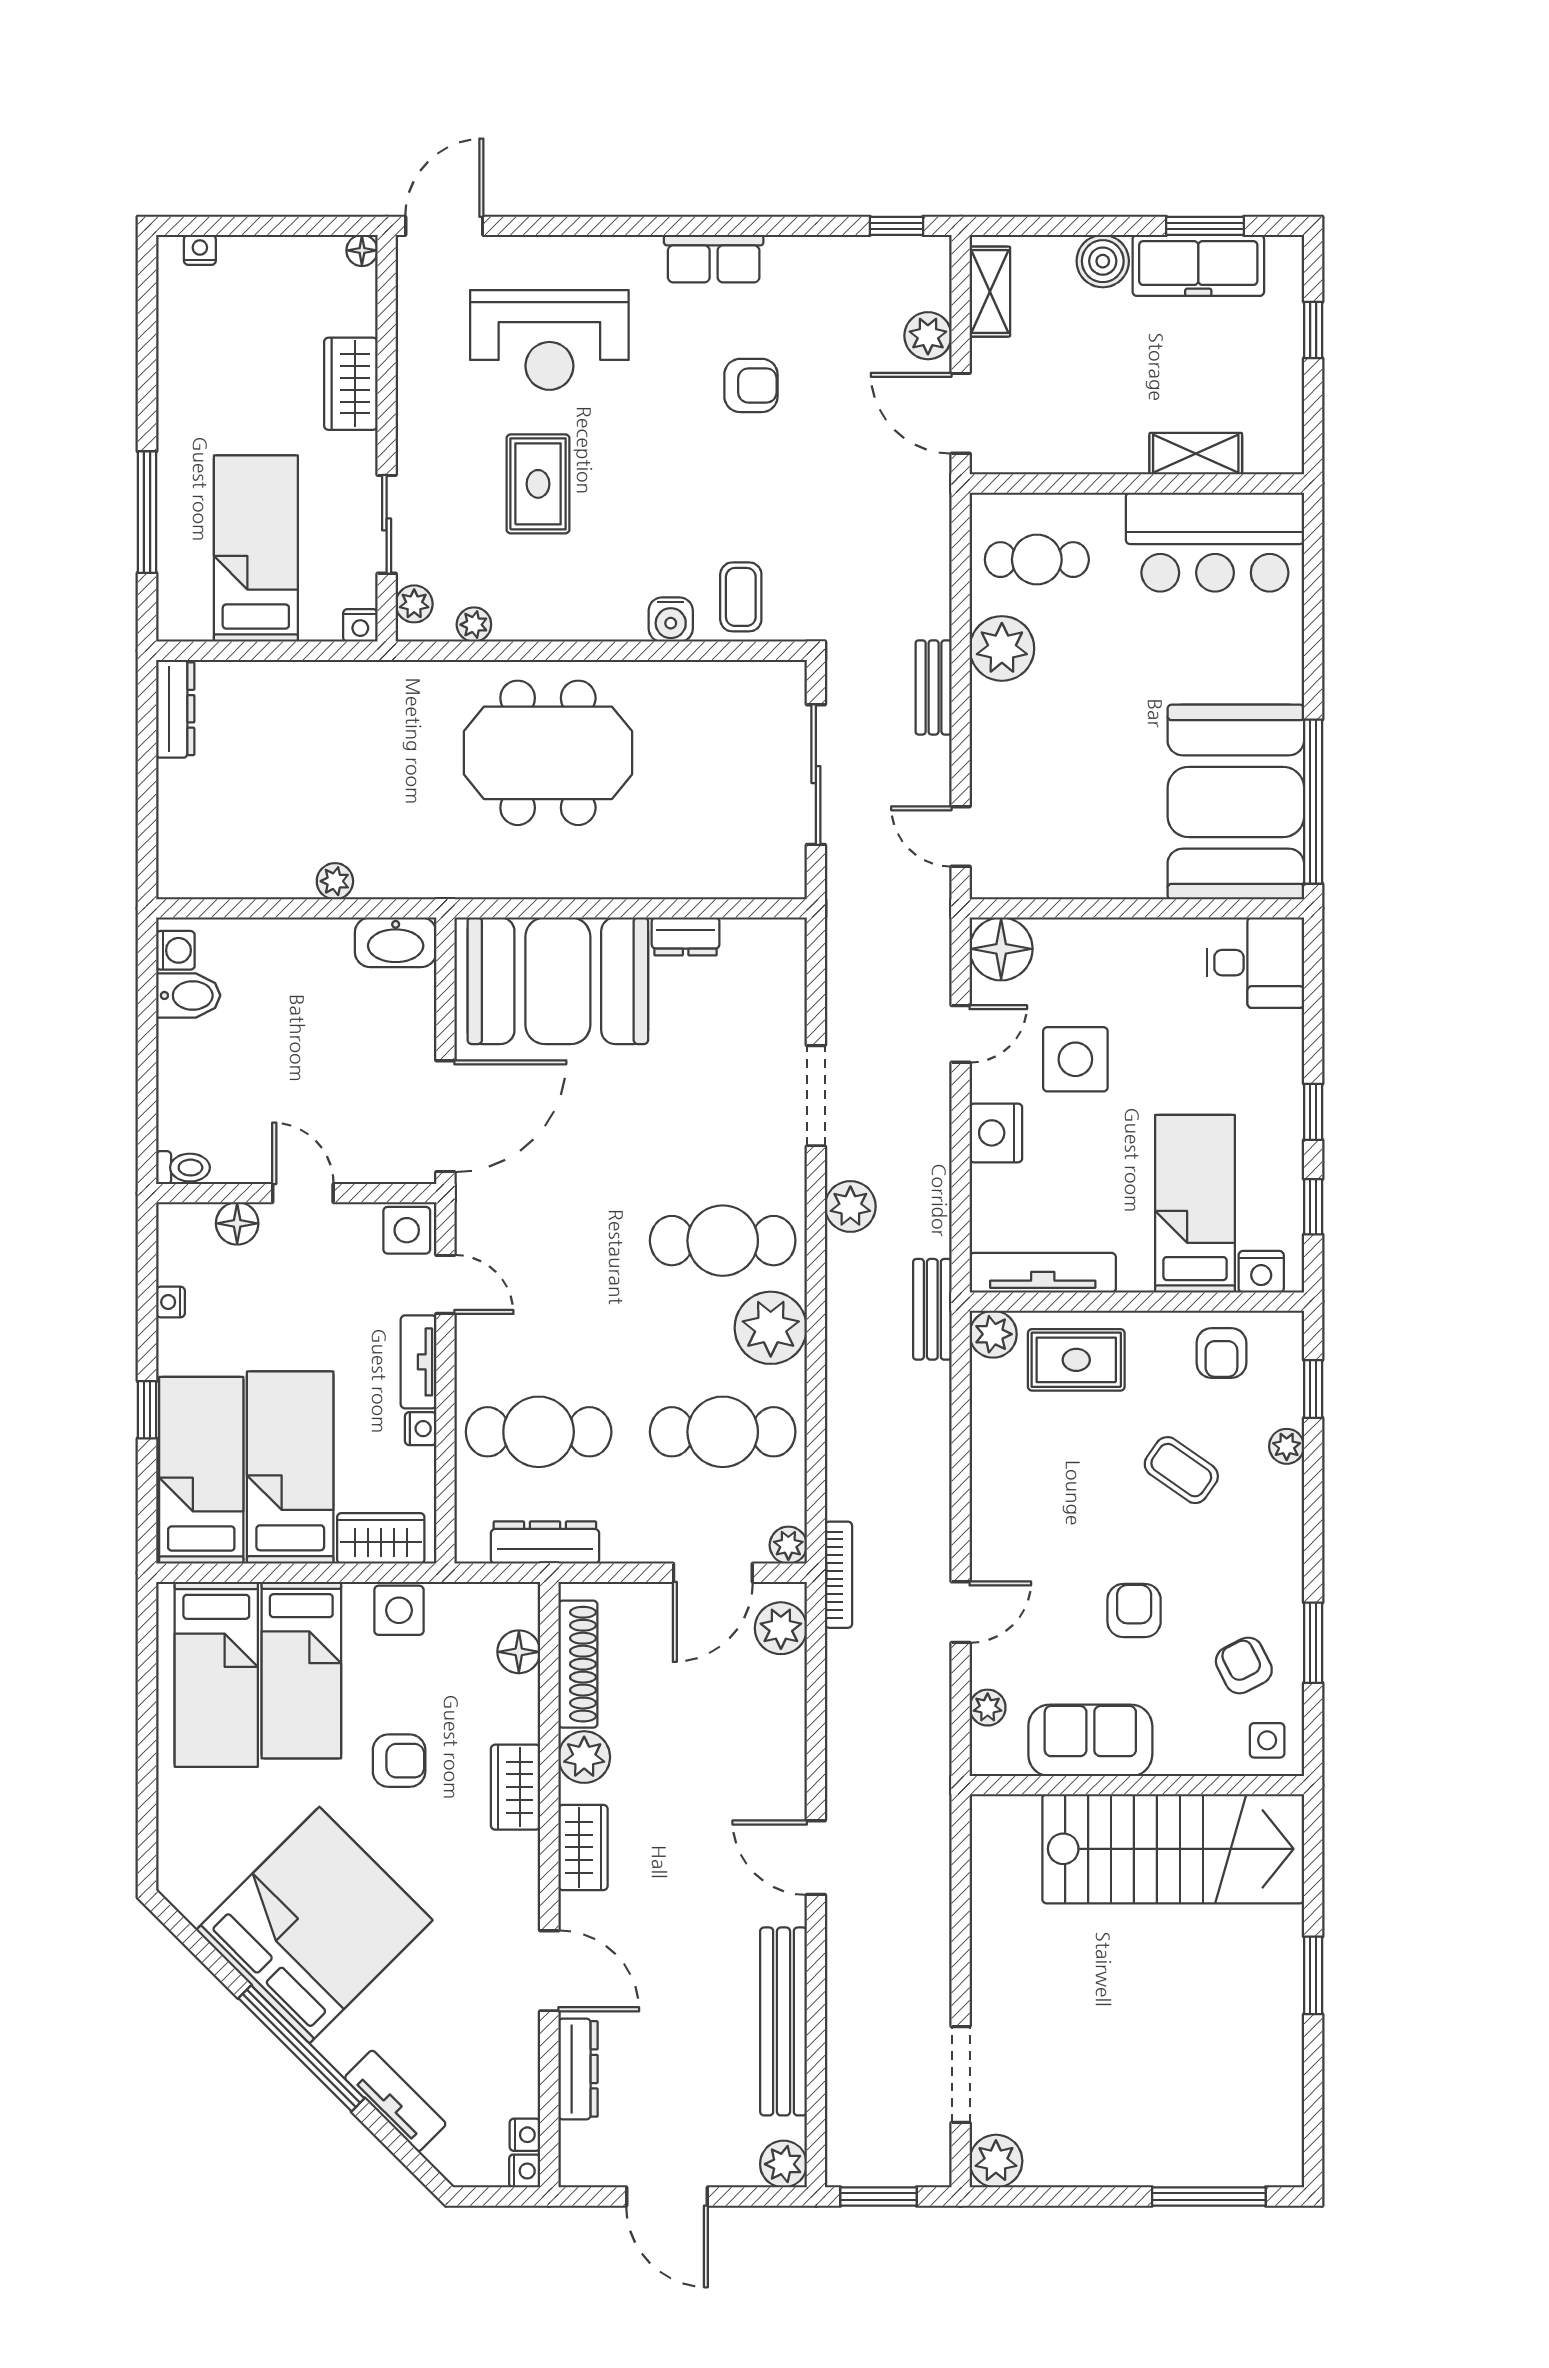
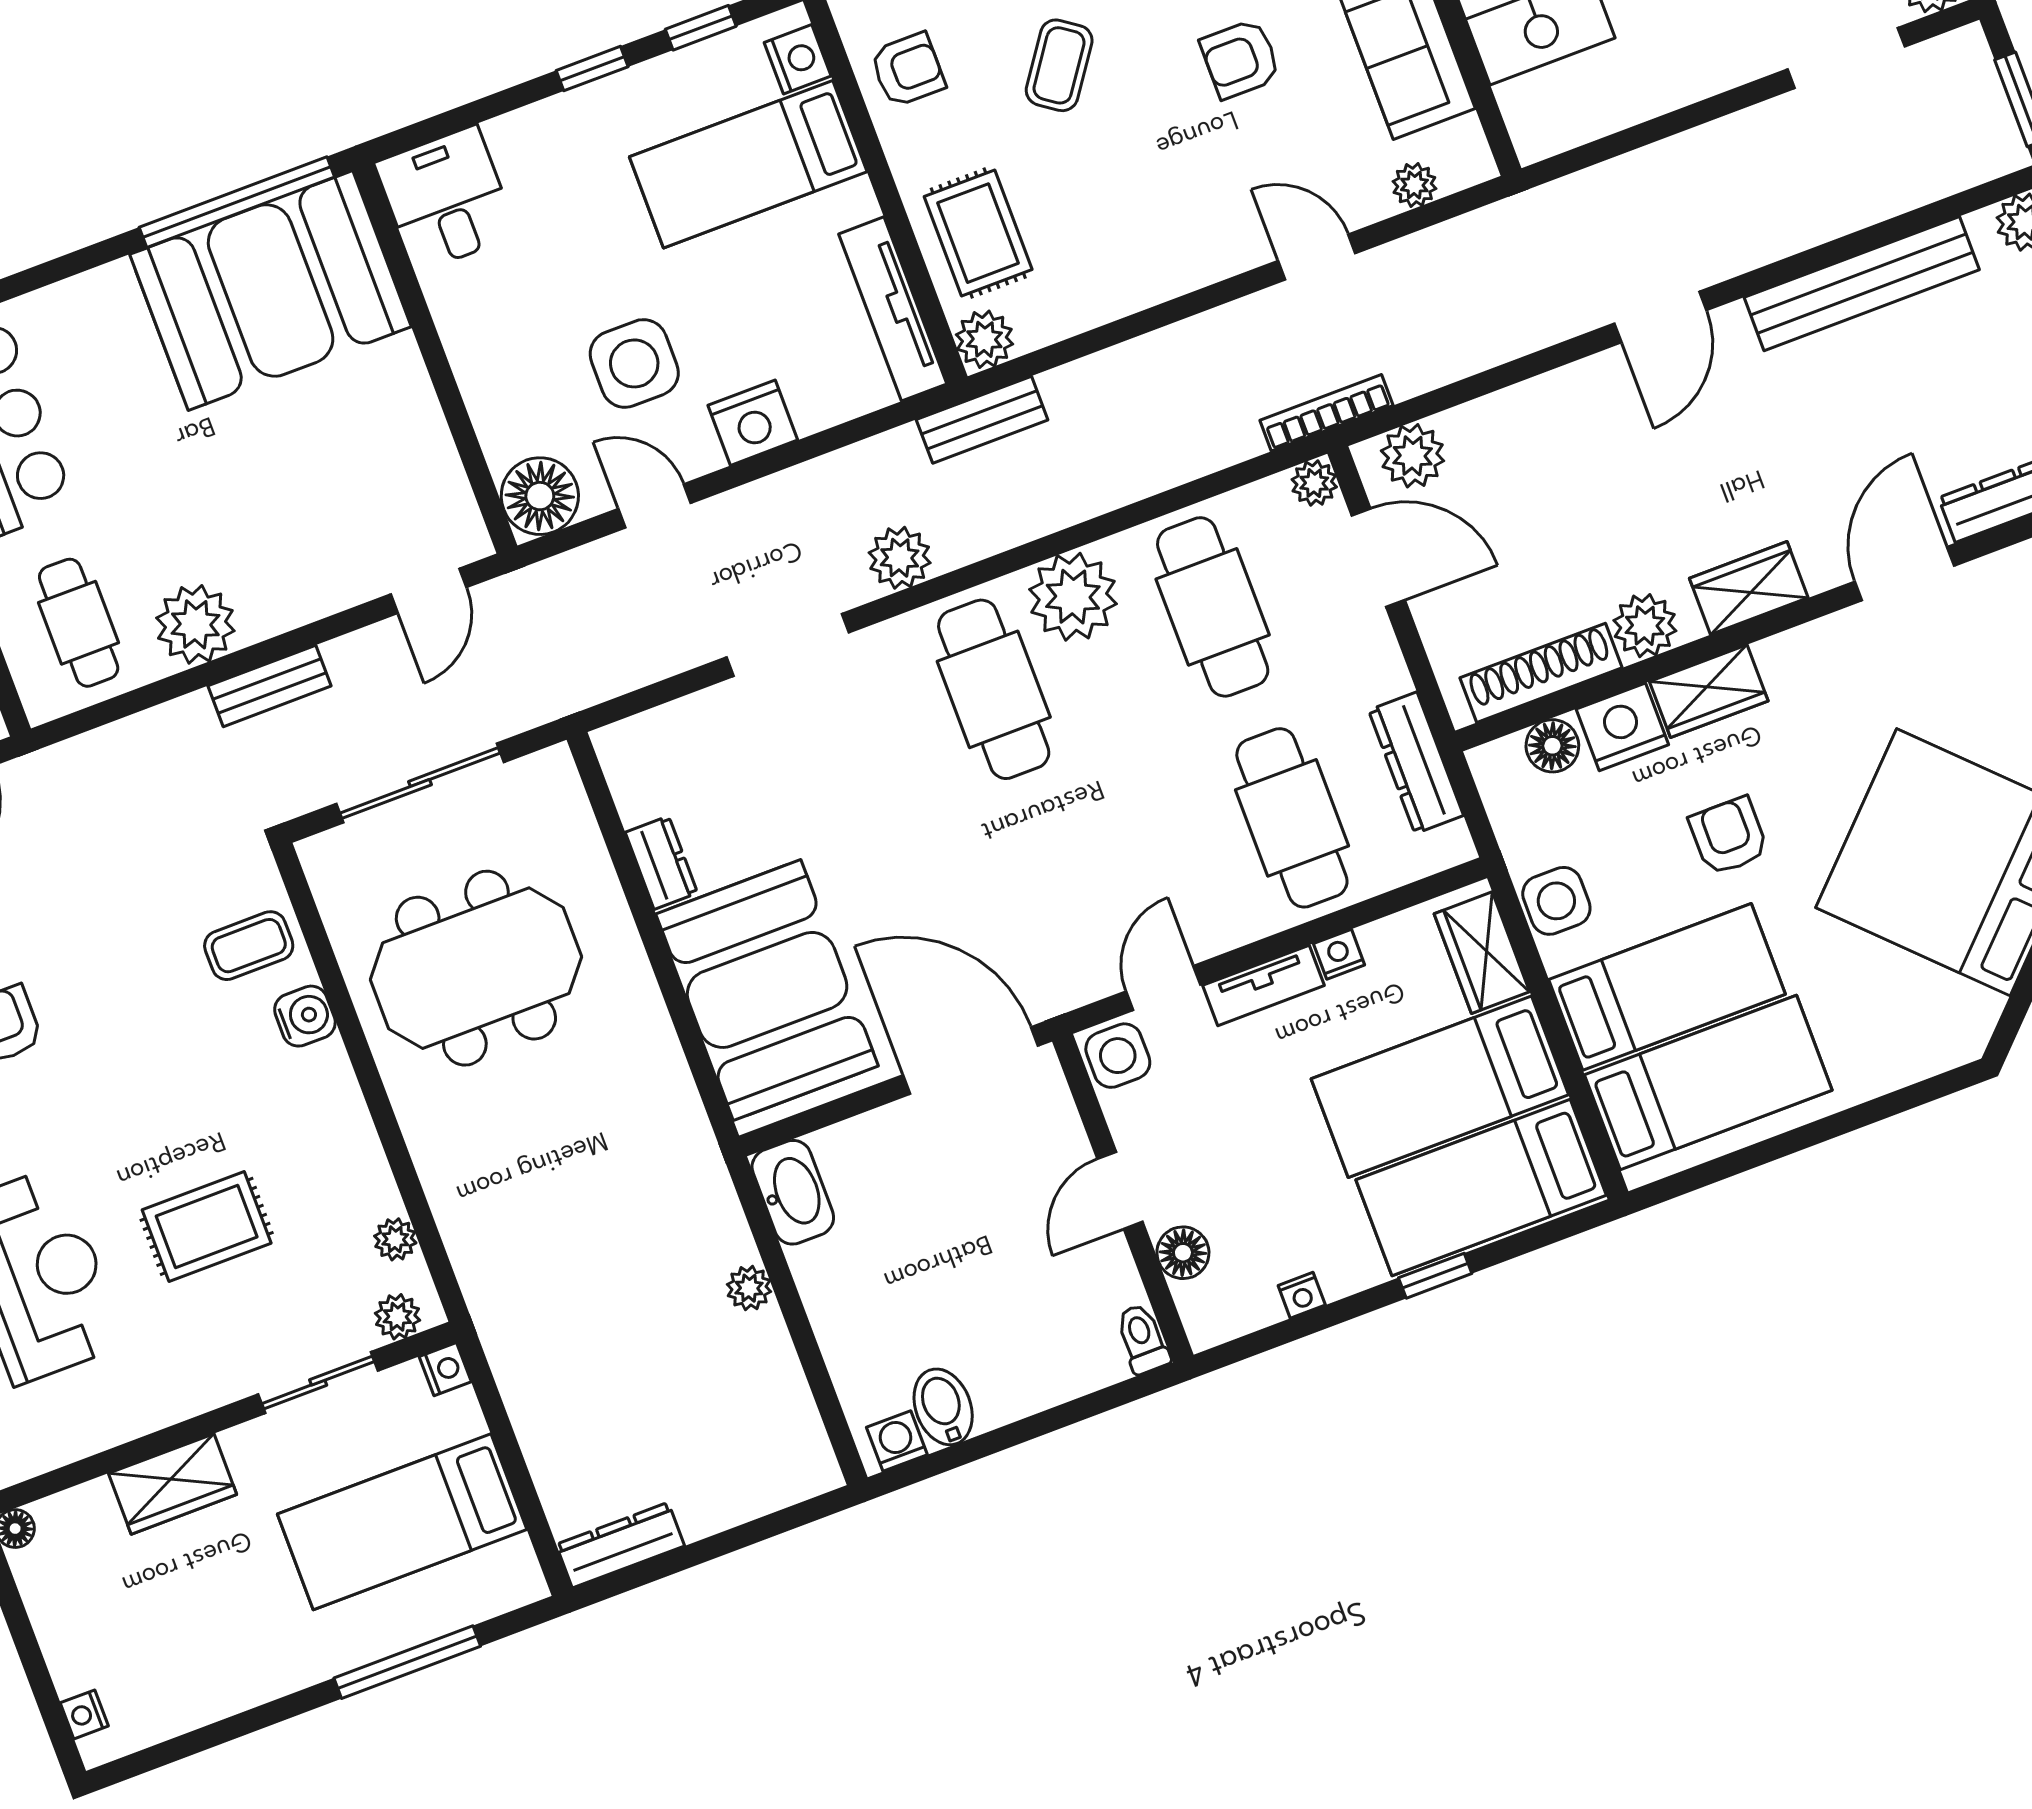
meeting table: (548, 753) -> (476, 968), moved, turned 90
nightstand: (513, 1711) -> (1622, 727), added

